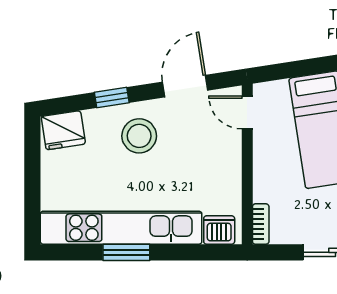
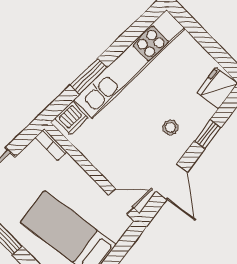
stool: (139, 136) -> (170, 127), width x0.53, depth x0.53
window: (126, 252) -> (89, 76), moved

